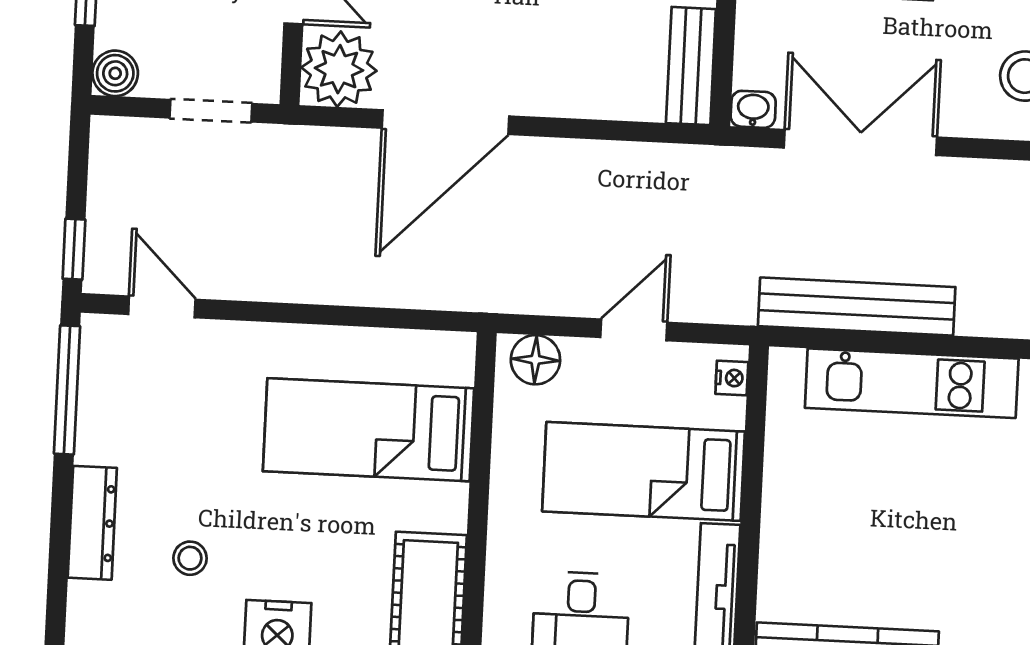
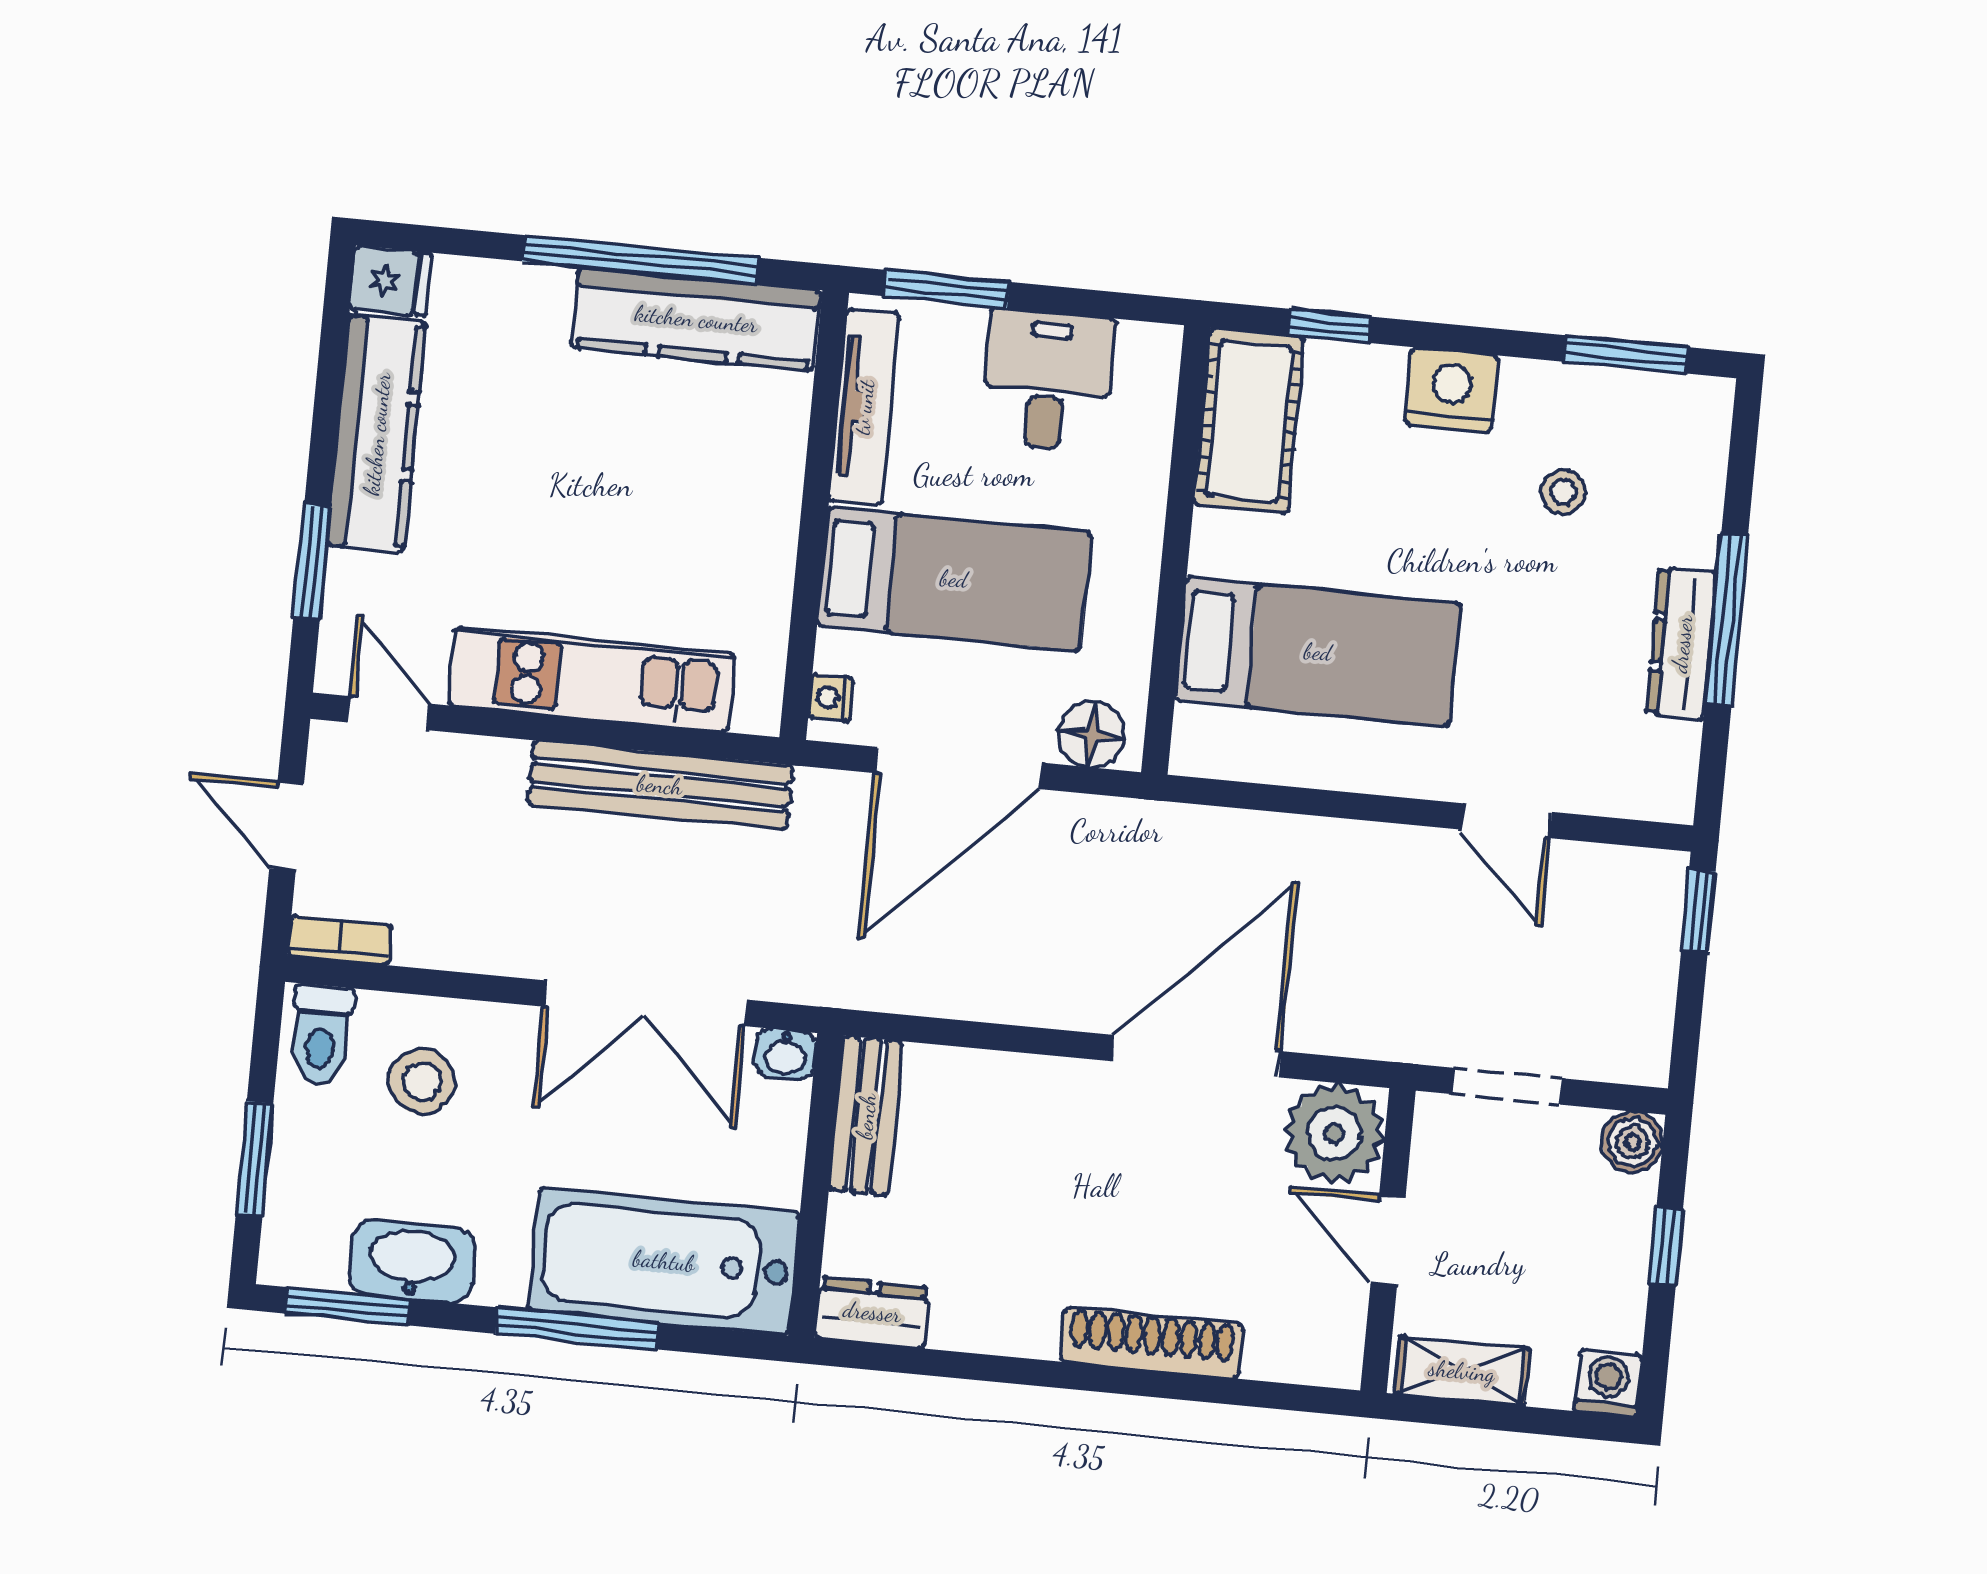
door: (162, 307) -> (1507, 821), moved
door: (634, 330) -> (958, 768), width x1.88
window: (67, 390) -> (1726, 620), moved
dresser: (92, 523) -> (1682, 644), moved

